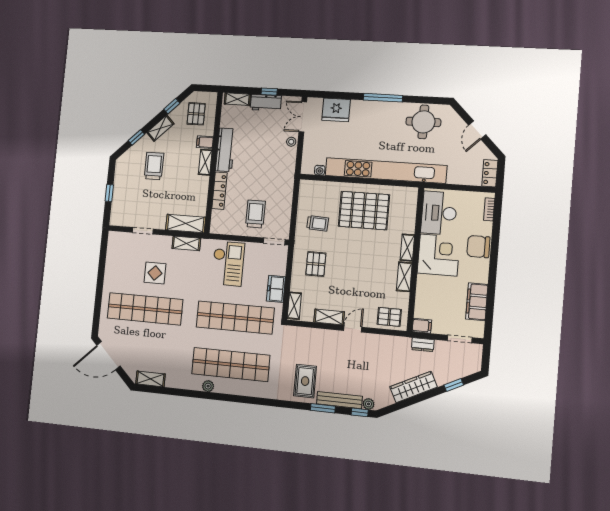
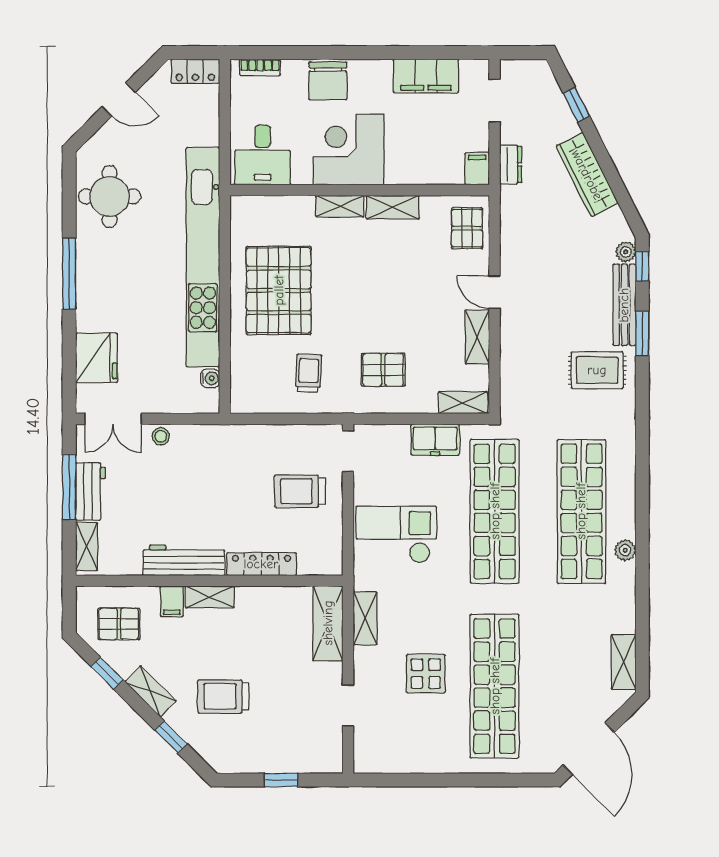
window: (269, 92) -> (69, 487), width x2.17
desk: (439, 213) -> (263, 155), width x0.73

